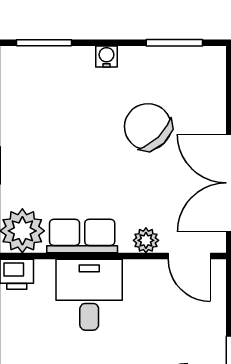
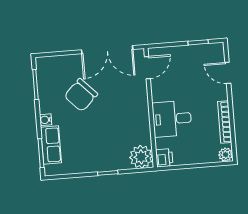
row of seats: (82, 236) -> (51, 145), moved, turned 180
plant: (146, 240) -> (141, 91), removed

